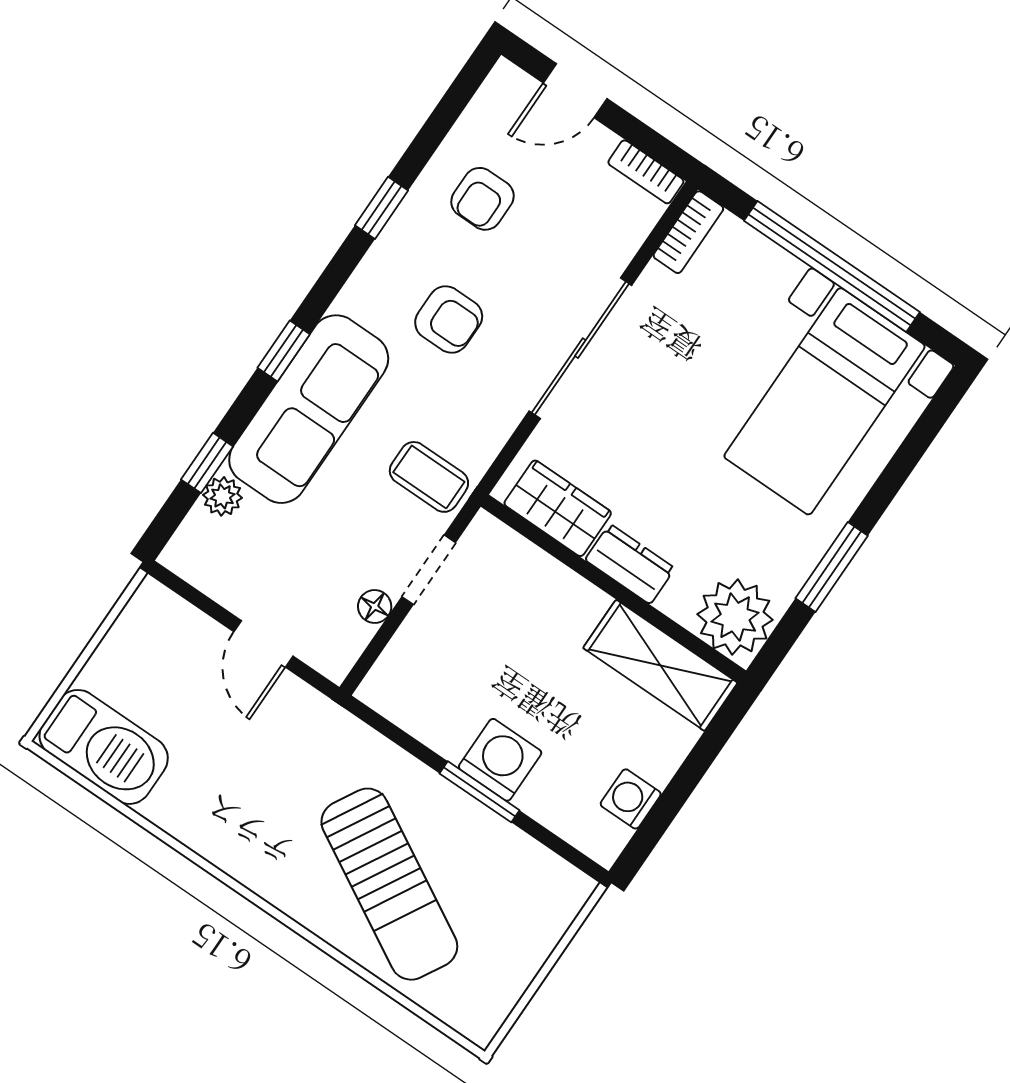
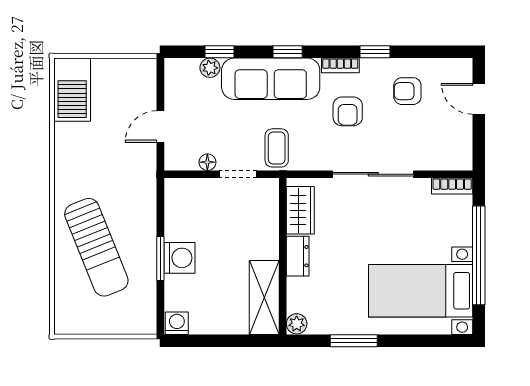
bookcase: (646, 172) -> (340, 65), moved, turned -90
plant: (735, 617) -> (297, 324), width x0.53, depth x0.53
washing machine: (631, 799) -> (177, 323), moved
sun lounger: (389, 884) -> (96, 247), turned -51

